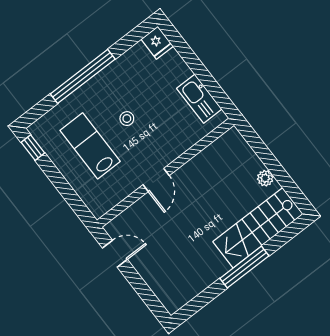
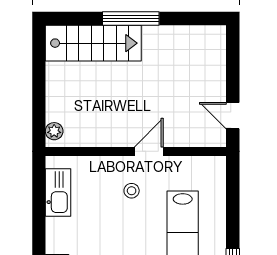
stool: (127, 119) -> (132, 191), moved
plant: (265, 178) -> (54, 131), moved

